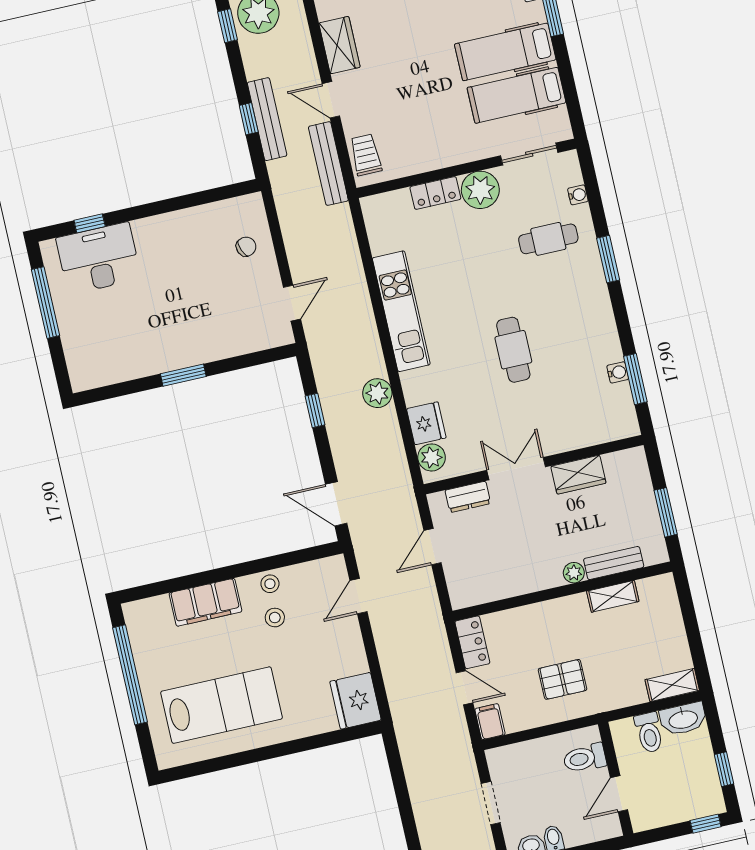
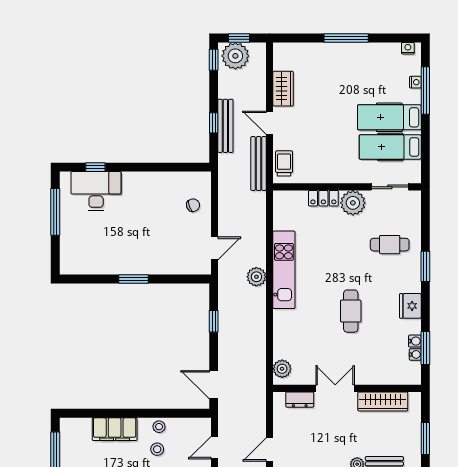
water cooler: (578, 195) -> (415, 354), moved
plant: (377, 393) -> (256, 277), moved
fridge: (426, 423) -> (410, 306), moved, turned 180
wardrobe: (578, 475) -> (383, 401), width x1.50
door: (432, 547) -> (270, 450), moved

